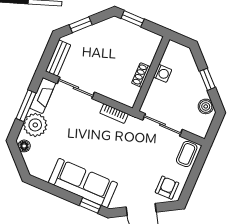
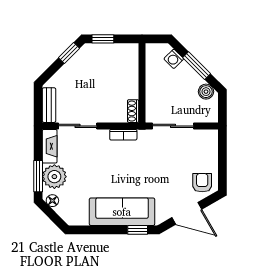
window: (81, 25) -> (69, 53), moved
washing machine: (163, 73) -> (174, 59), moved, turned 135
shoe rack: (141, 75) -> (133, 111), moved
window: (207, 79) -> (197, 66), width x1.50
window: (26, 106) -> (38, 176), moved
coffee table: (187, 154) -> (207, 143), removed

